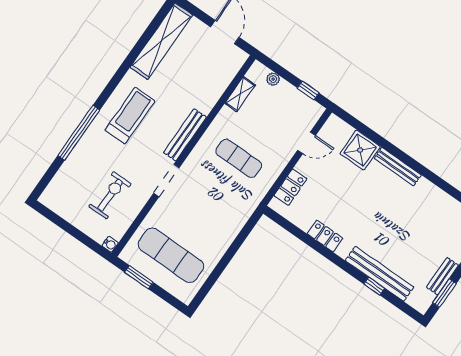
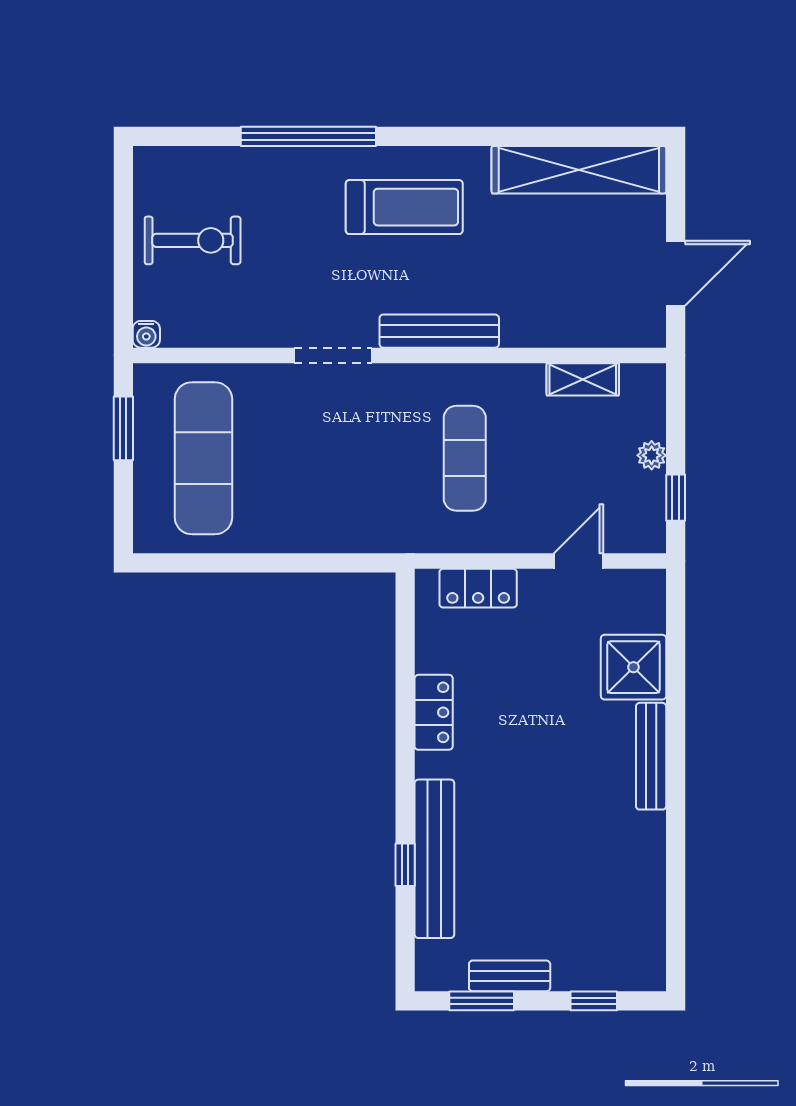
plant: (273, 79) -> (652, 455), moved
door: (306, 143) -> (579, 561), swing flipped
exercise bike: (110, 195) -> (193, 240), moved

